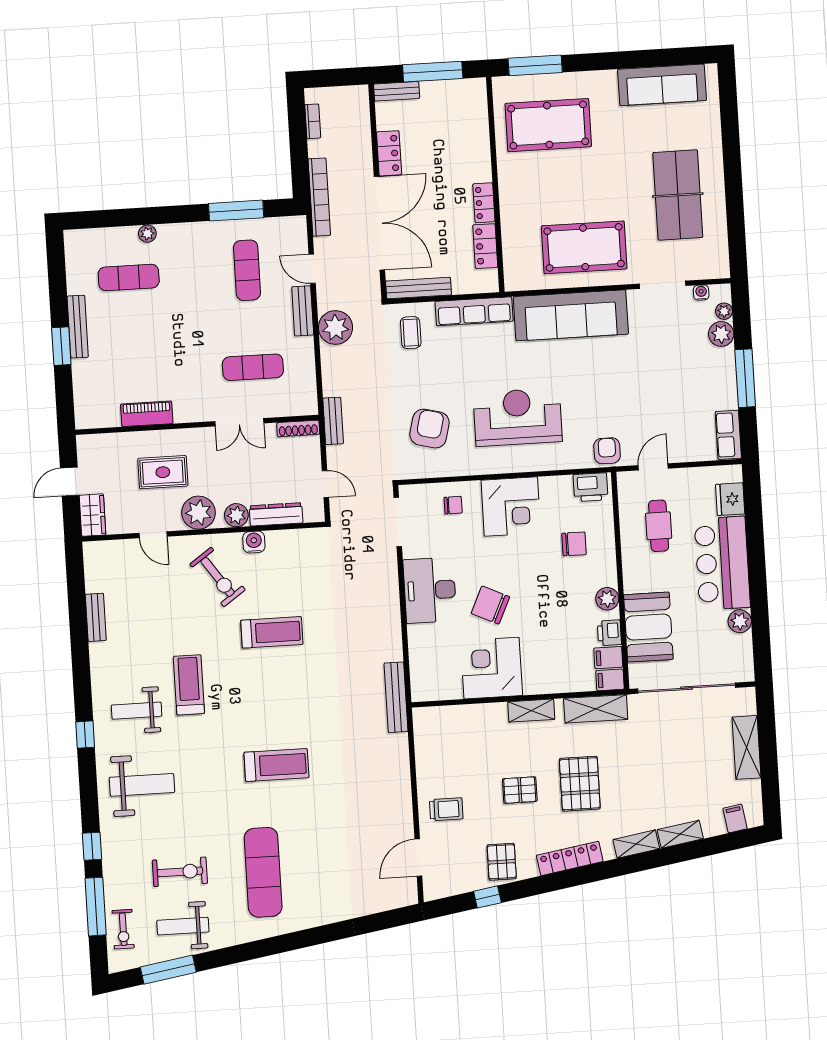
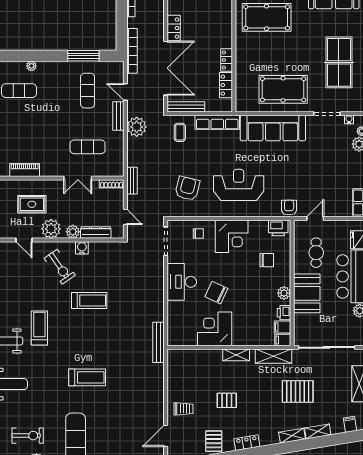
booth: (648, 627) -> (307, 293), moved
pallet: (580, 784) -> (298, 391), moved, turned 90
locker: (570, 858) -> (247, 443), width x0.66

